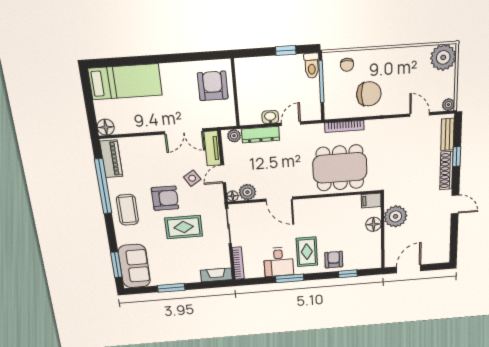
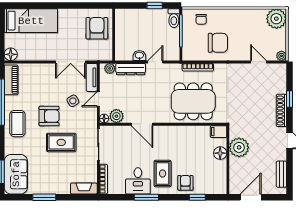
bench: (447, 134) -> (281, 174), moved

